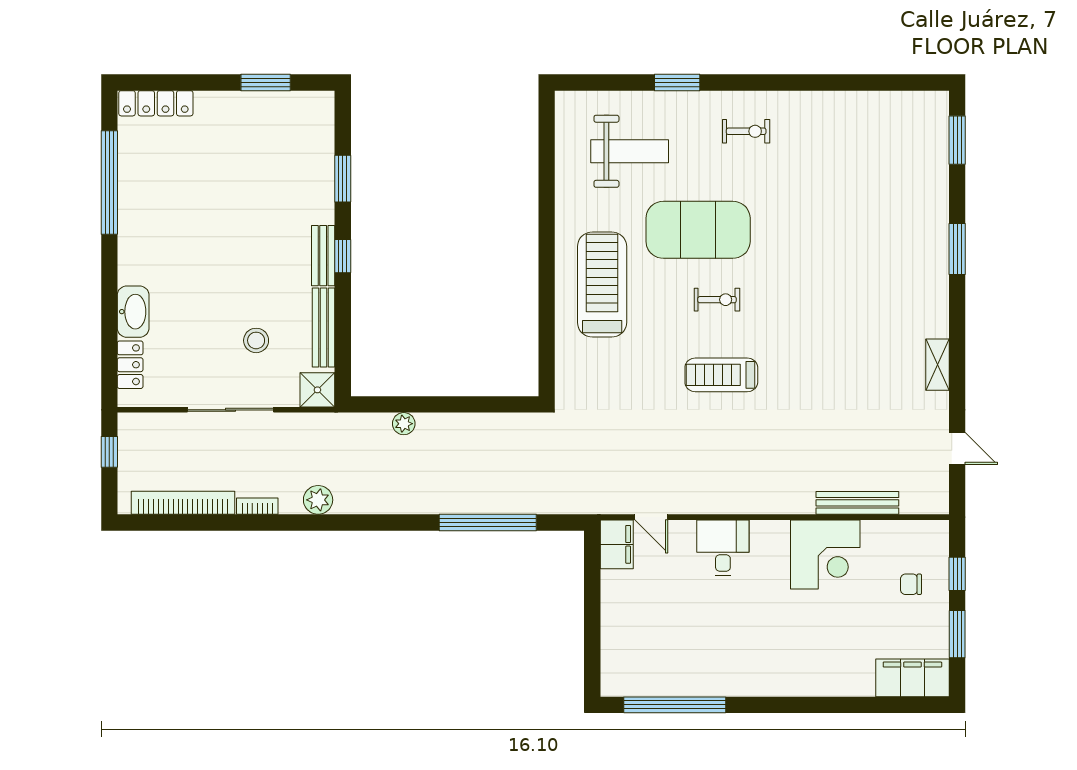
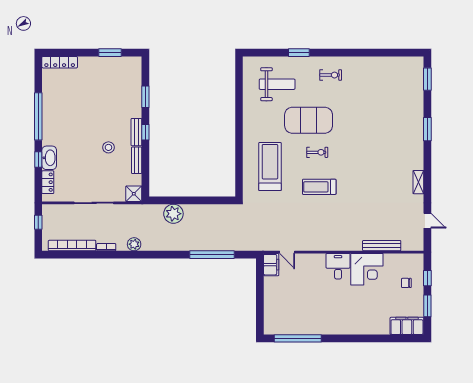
window: (109, 182) -> (38, 116), moved
treadmill: (602, 285) -> (270, 167), moved
window: (109, 315) -> (38, 159), added
bench: (324, 328) -> (137, 160), width x0.73
stool: (256, 340) -> (108, 147), moved
plant: (404, 424) -> (173, 214), width x1.88, depth x1.88
desk: (723, 548) -> (338, 266), moved

